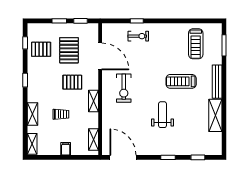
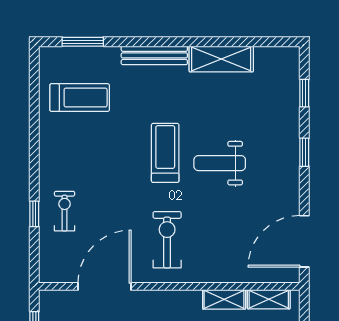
treadmill: (181, 81) -> (165, 153), moved, turned 180
exercise bike: (124, 88) -> (167, 240), turned -90
shelving: (94, 101) -> (224, 299), moved

